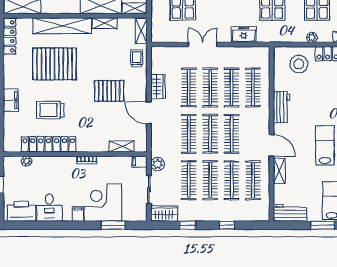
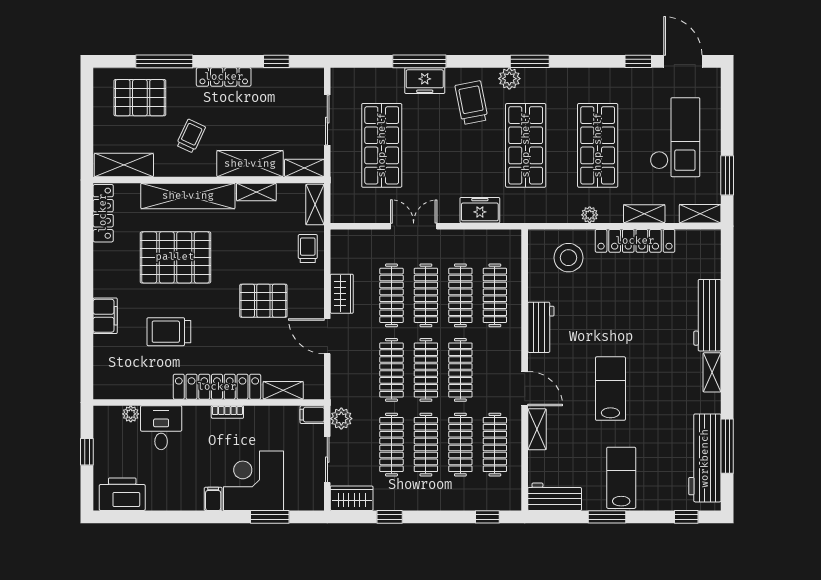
locker: (49, 144) -> (217, 387), moved
desk: (49, 208) -> (161, 428), moved, turned 180
window: (227, 225) -> (487, 517), moved

